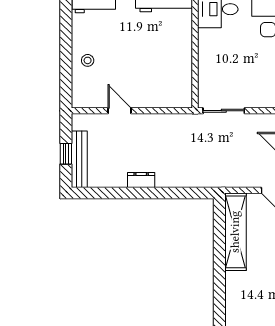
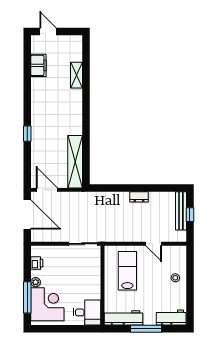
lab bench: (158, 71) -> (127, 271), added

